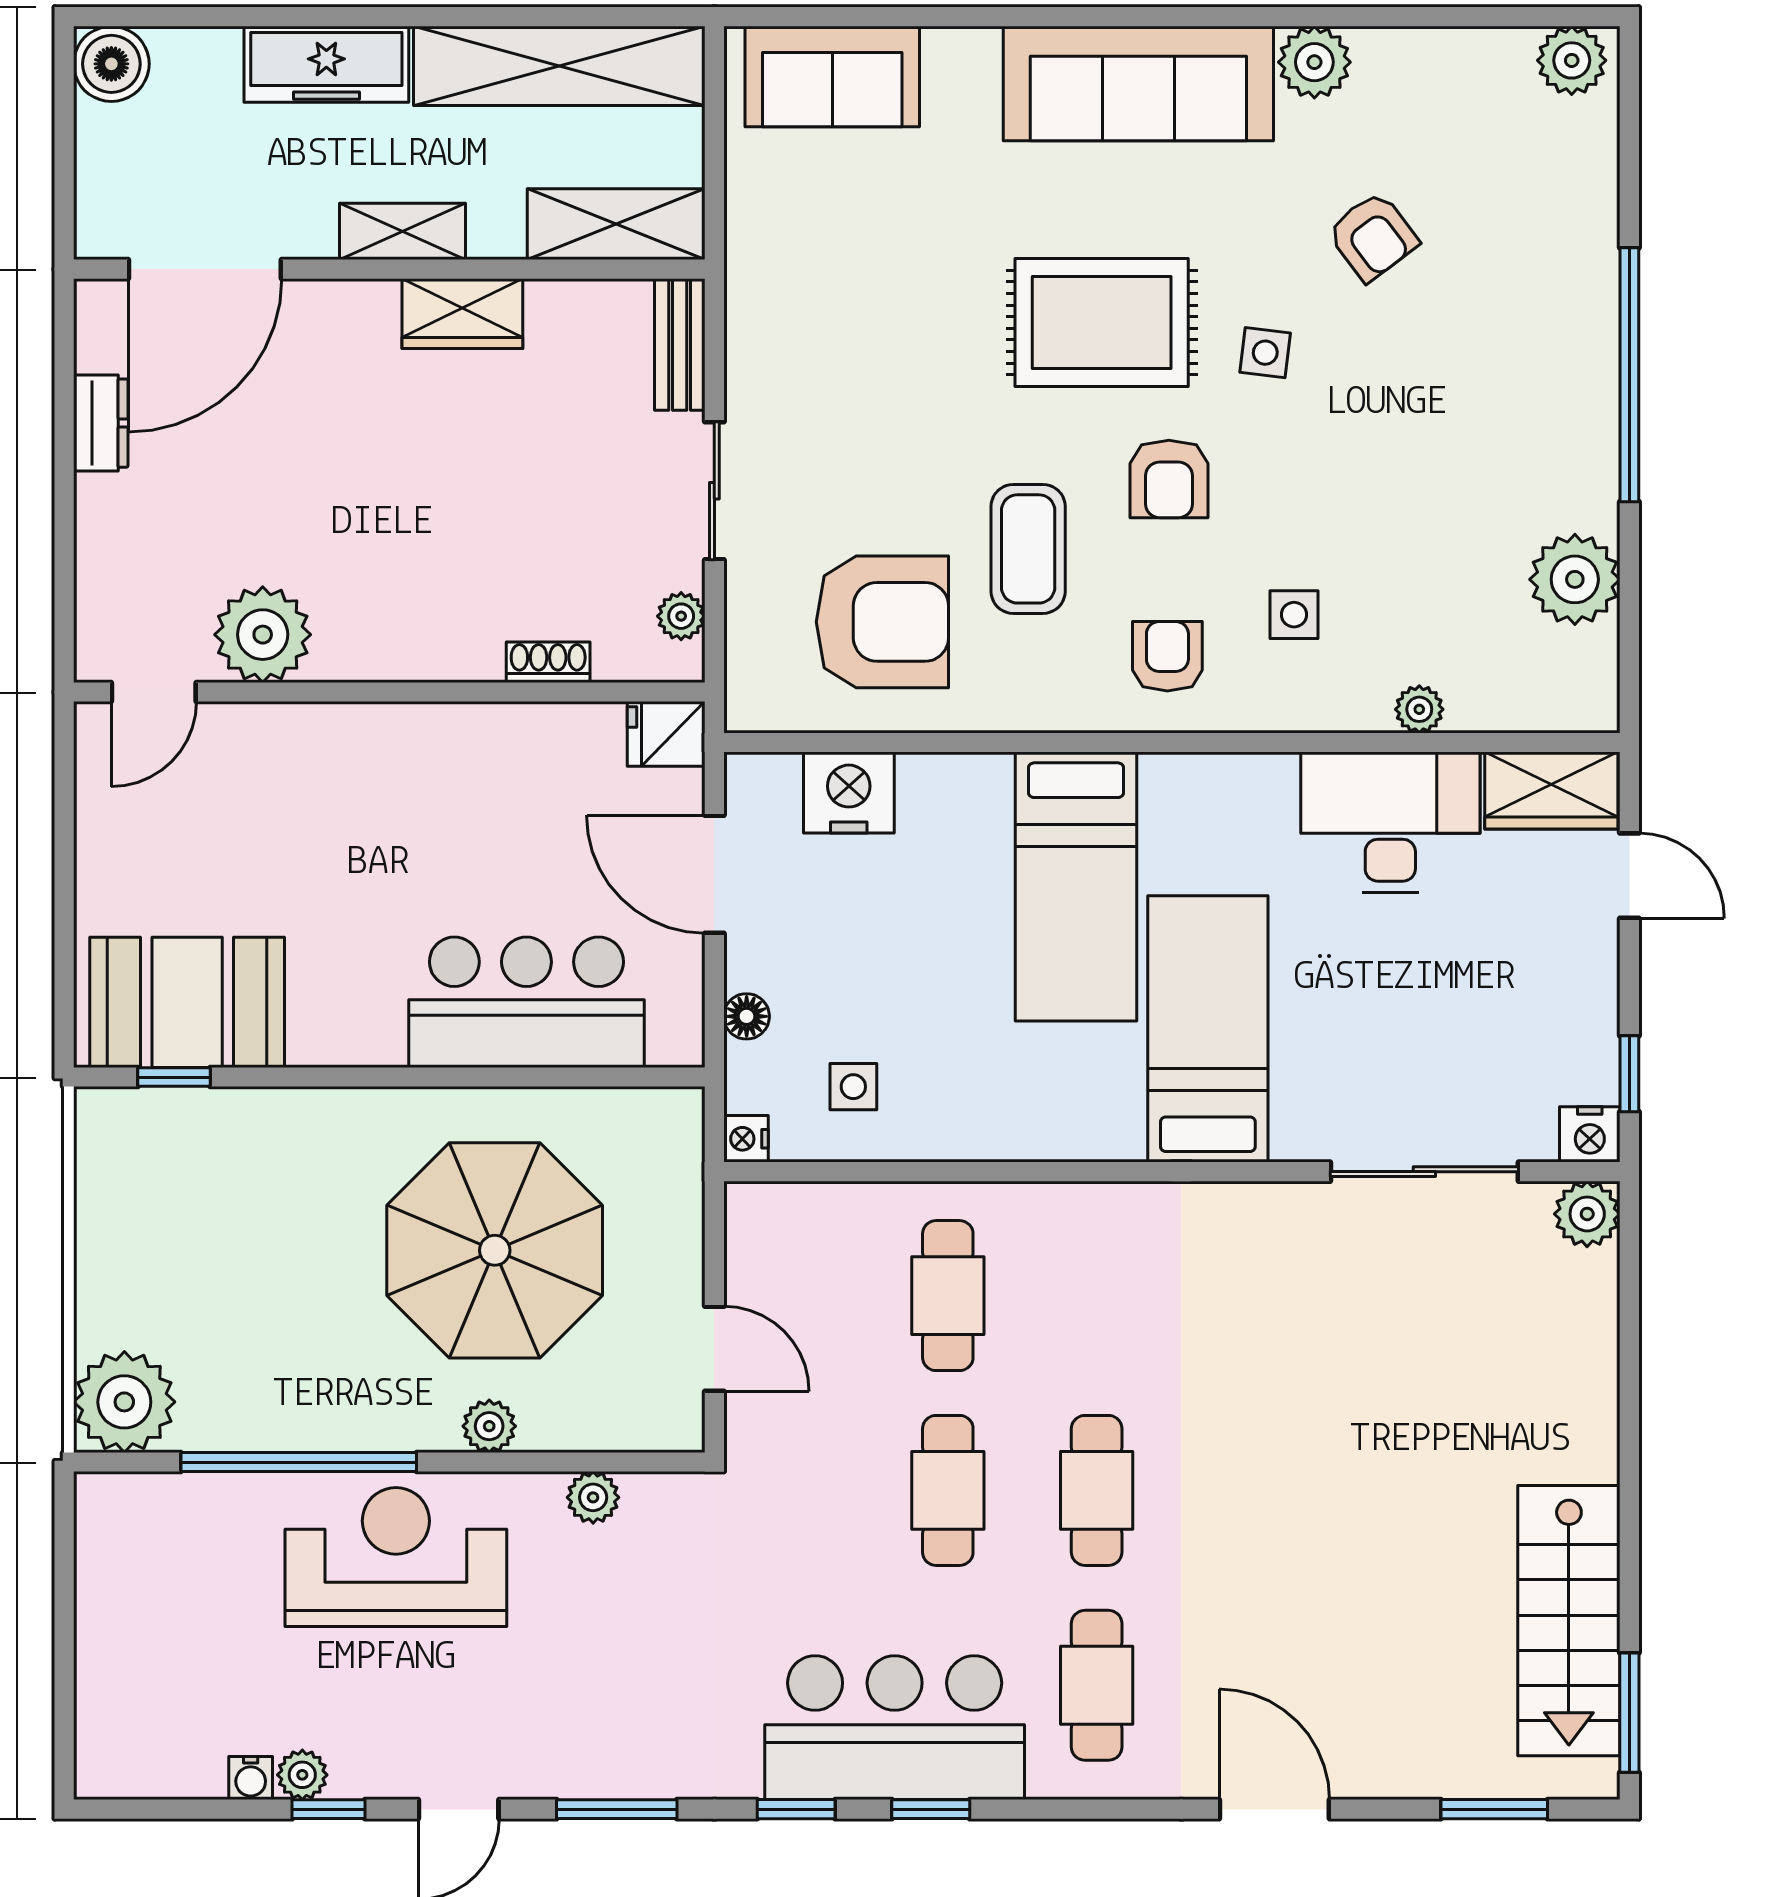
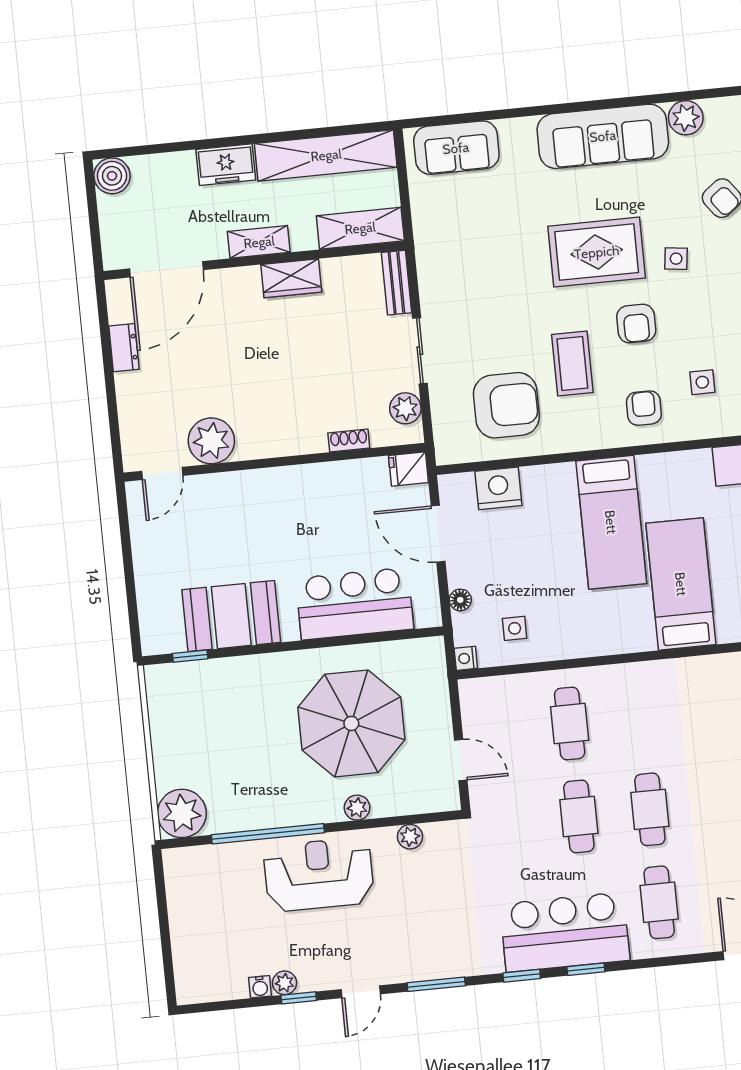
freezer: (326, 64) -> (226, 165), width x0.71
plant: (681, 616) -> (405, 408), width x1.38, depth x1.38
booth: (187, 1002) -> (231, 616), moved

